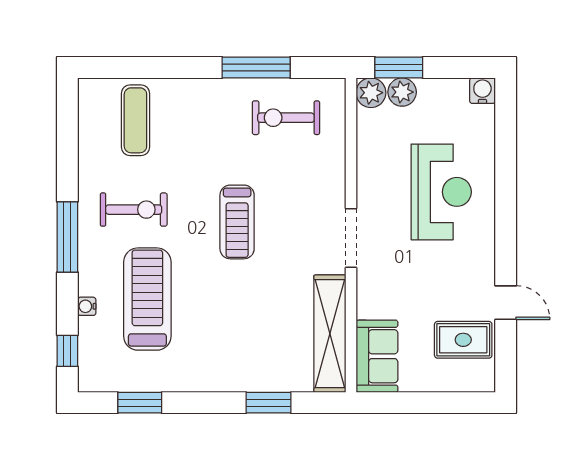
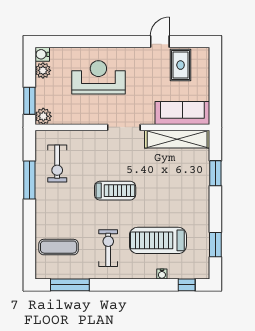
plant: (402, 92) -> (43, 70), moved
window: (67, 237) -> (70, 285), moved
sofa: (377, 356) -> (182, 113), width x1.36

